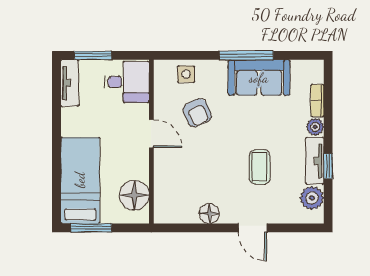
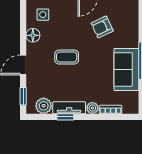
side table: (186, 74) -> (43, 15), moved
coffee table: (260, 167) -> (67, 57), moved
window: (298, 228) -> (23, 96), added

